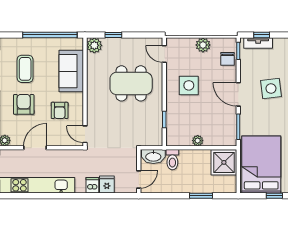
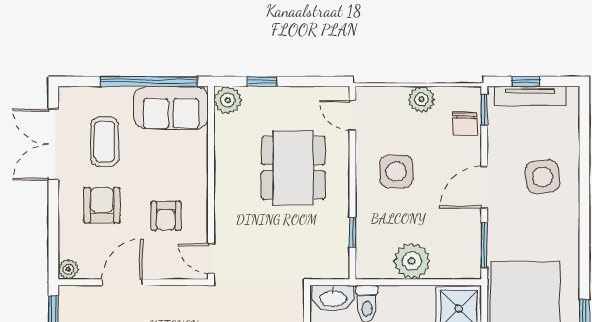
tv unit: (258, 43) -> (530, 96), width x1.41
sofa: (71, 71) -> (171, 108), moved, turned -90
dining table: (131, 83) -> (293, 168), turned 90
door: (238, 94) -> (484, 187), hinge flipped
plant: (198, 141) -> (412, 261), width x1.87, depth x1.87

